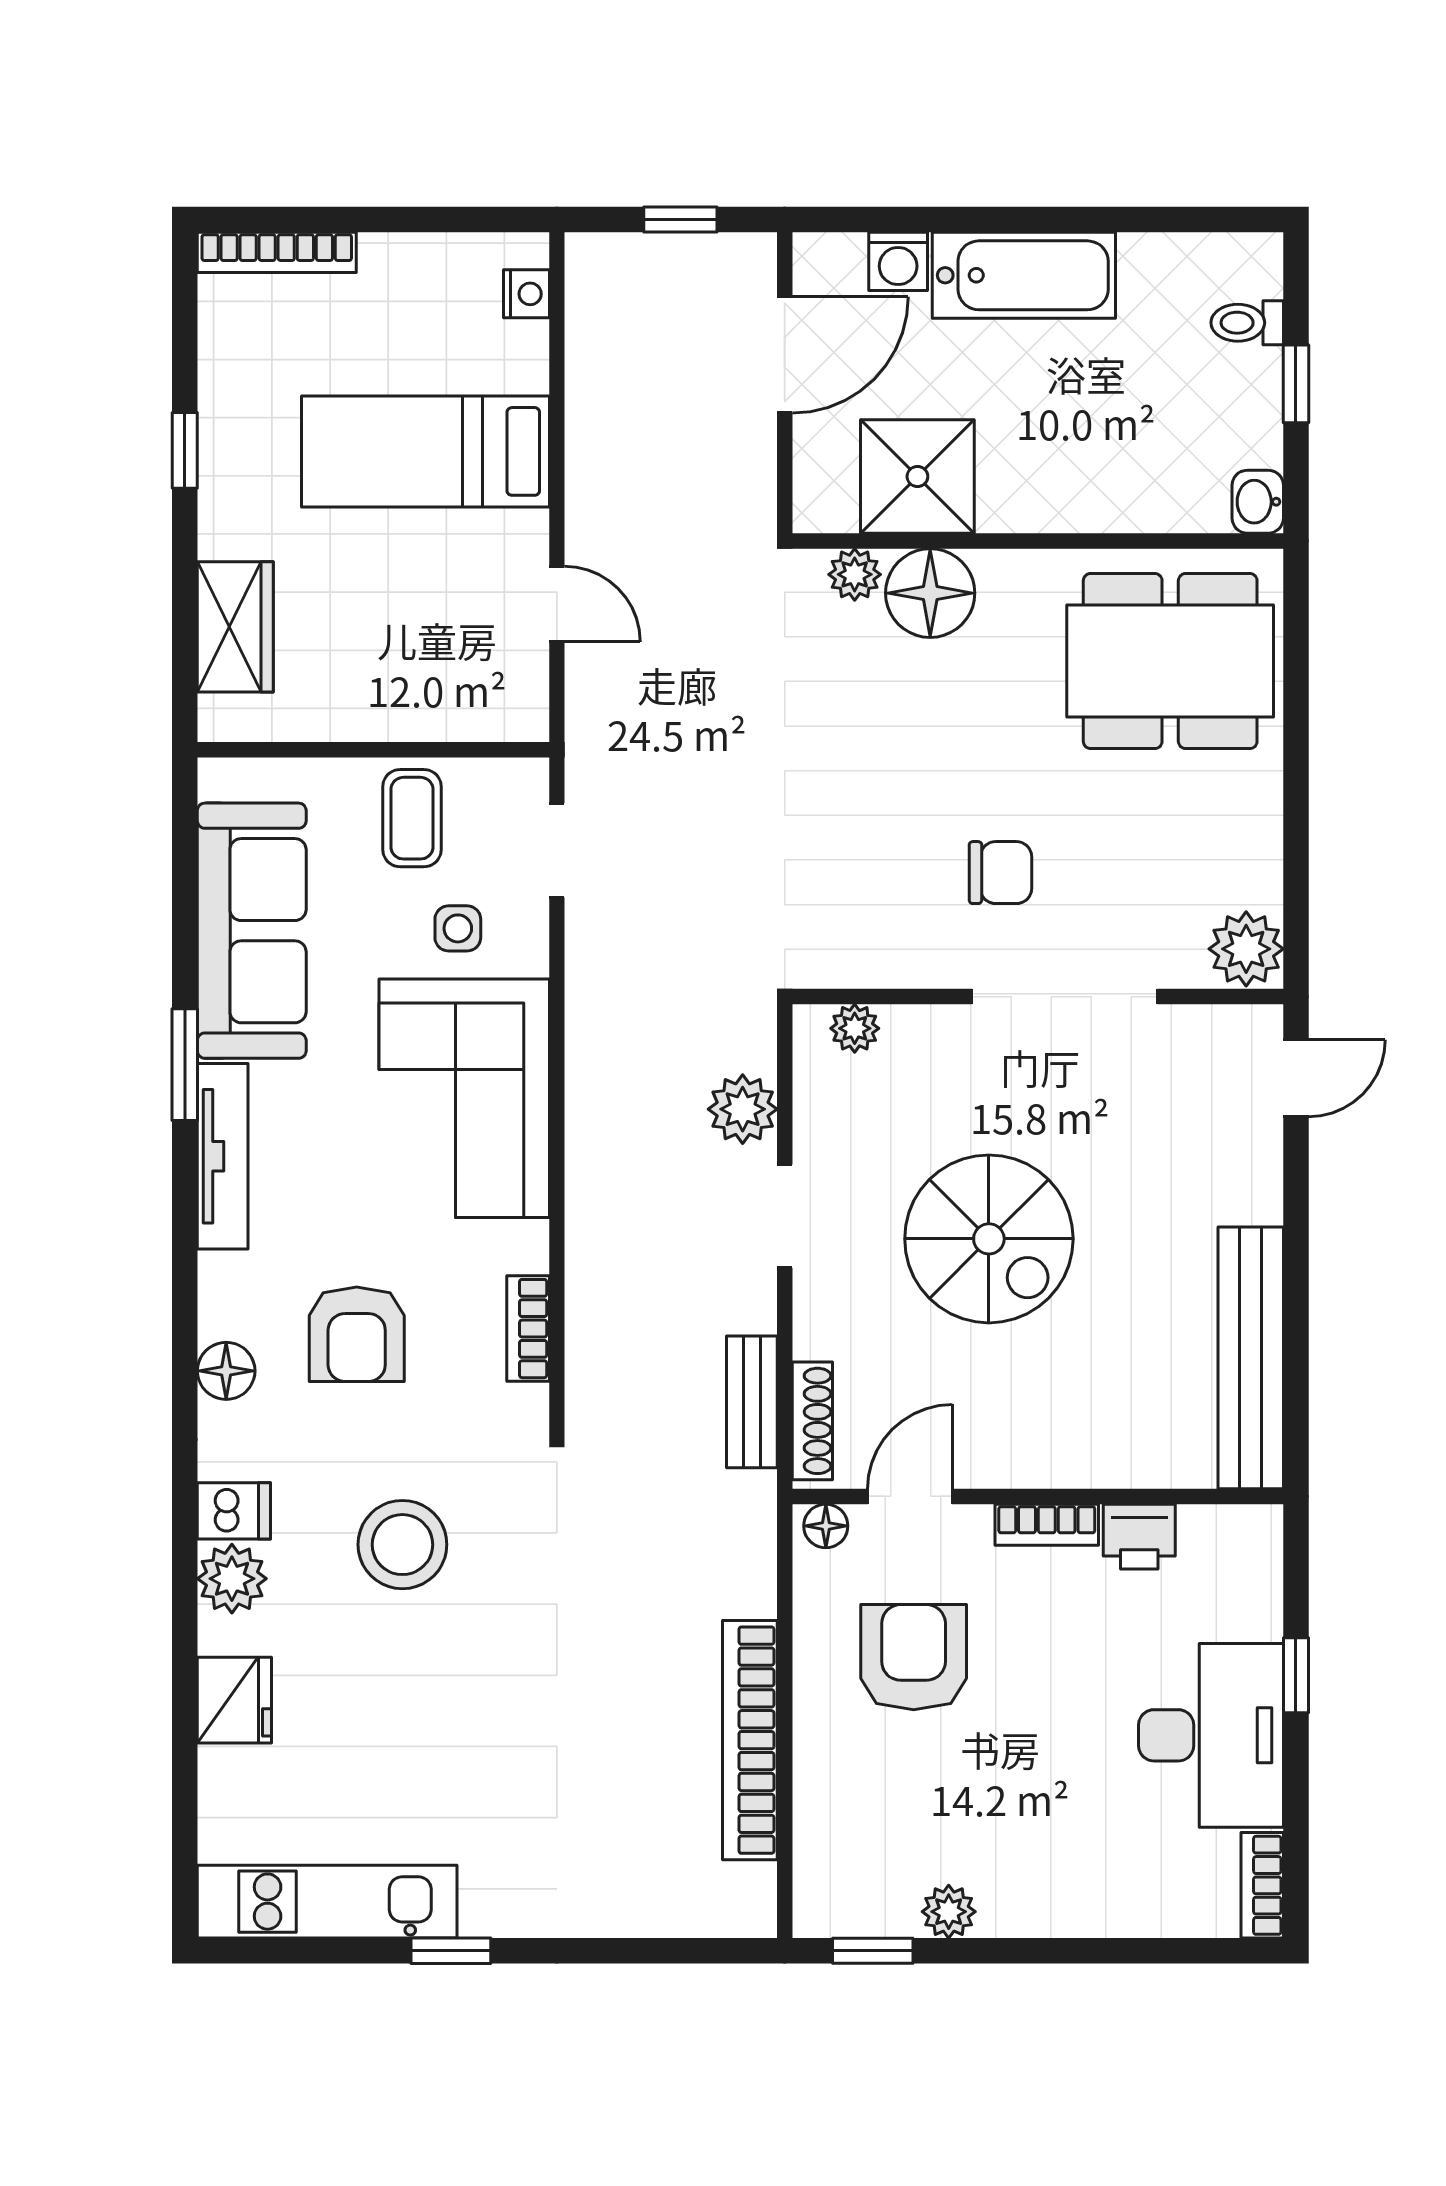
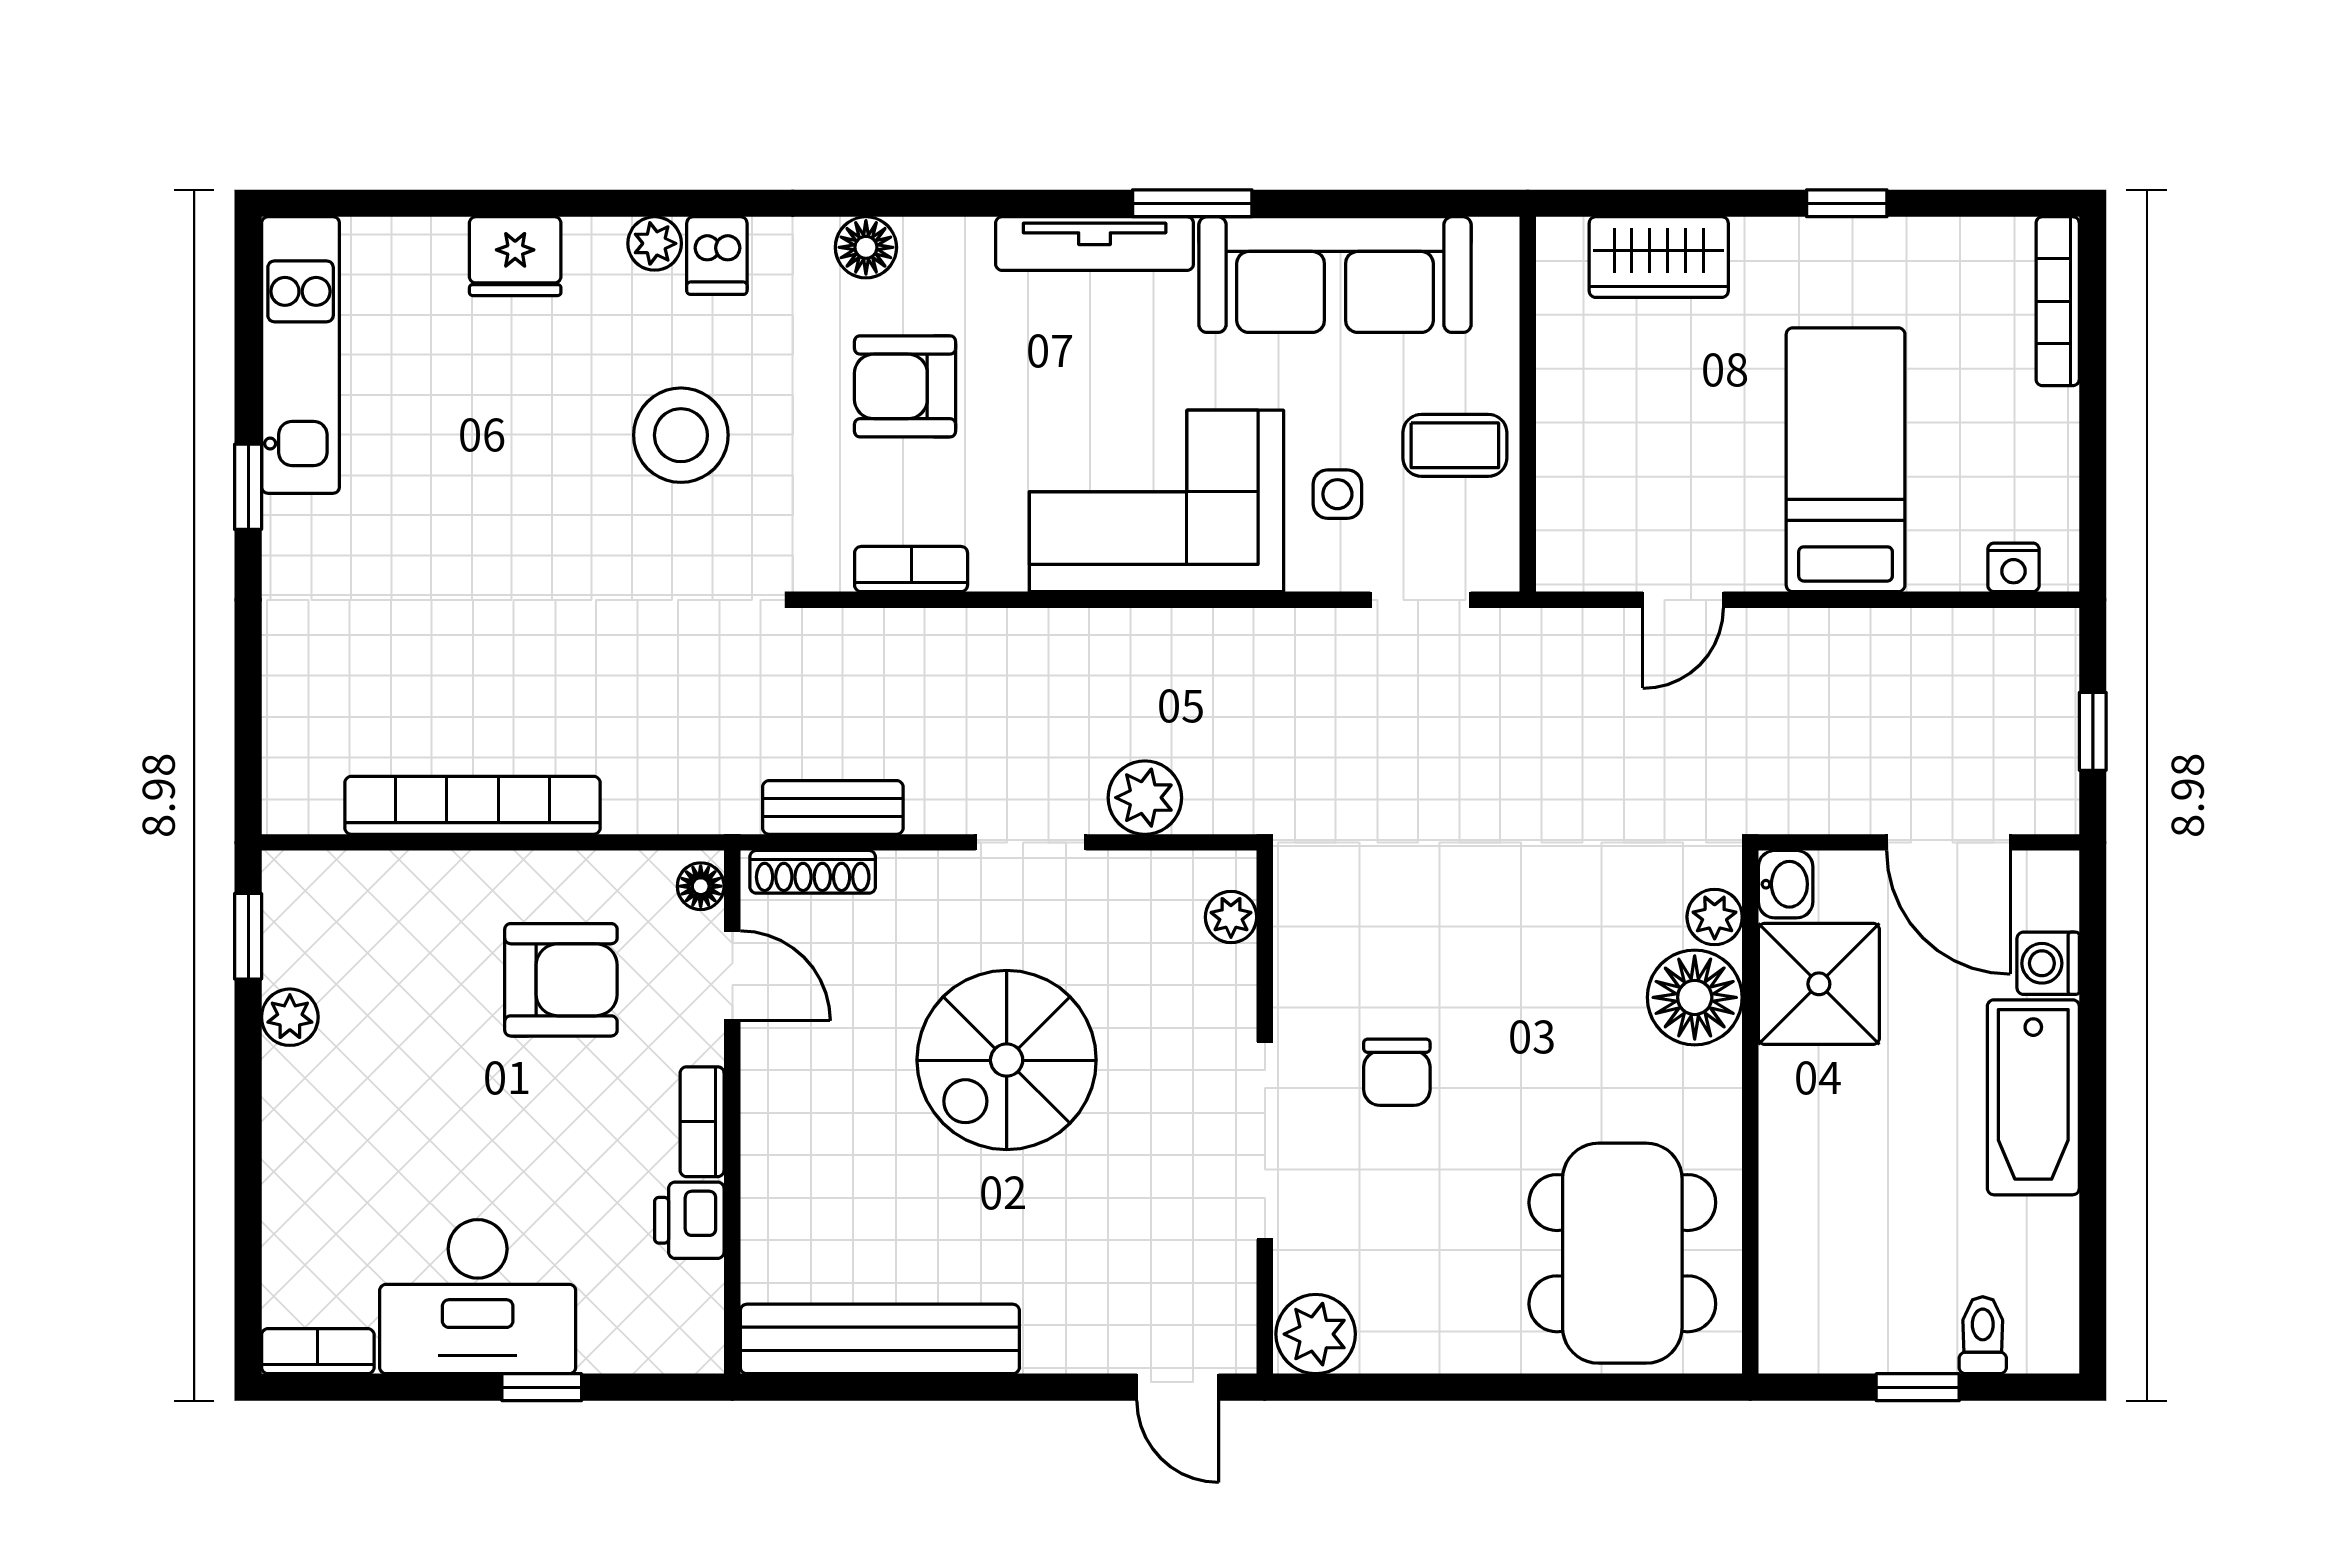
washbasin: (1258, 502) -> (1786, 884), moved, turned 90
plant: (232, 1579) -> (655, 243), width x0.73, depth x0.73

